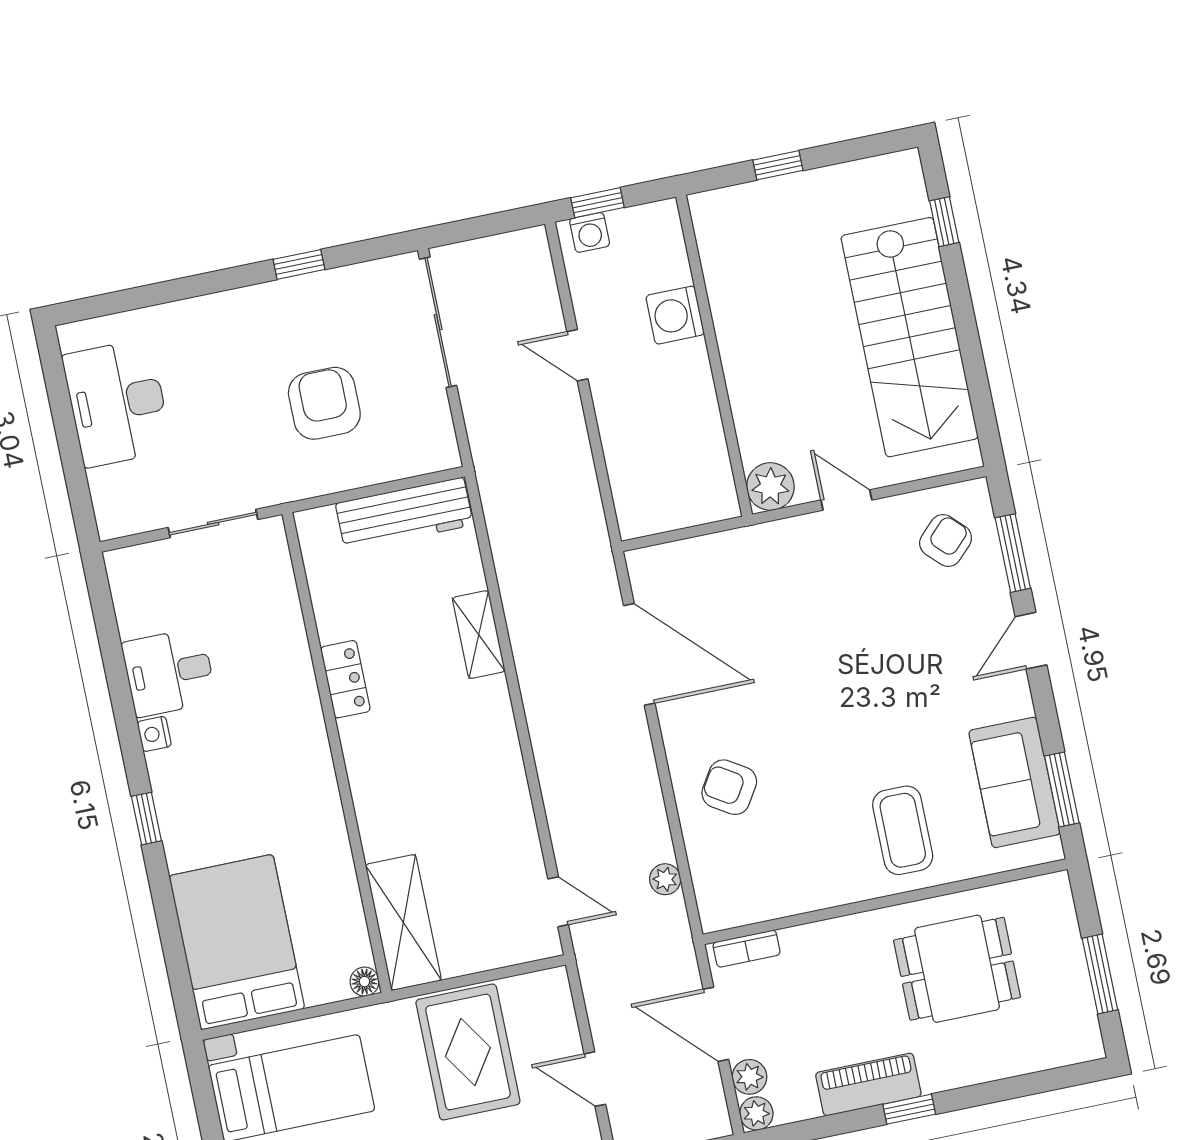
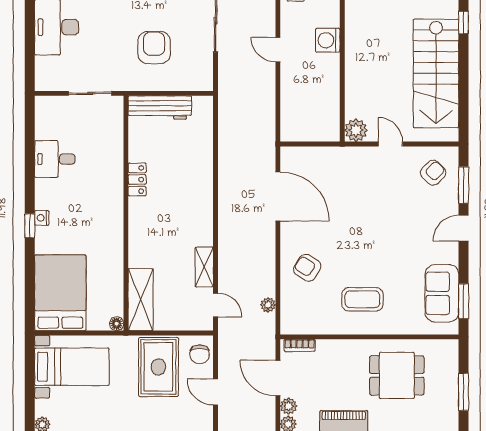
workbench: (404, 514) -> (160, 108), moved
shelving: (479, 635) -> (204, 267), moved
nightstand: (154, 734) -> (42, 218), moved
coffee table: (903, 830) -> (362, 299), moved, turned 90
chair: (546, 1009) -> (200, 354), added

